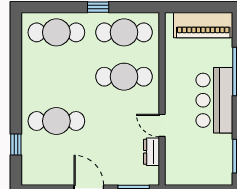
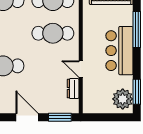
plant: (219, 166) -> (123, 99), added

